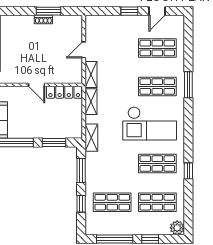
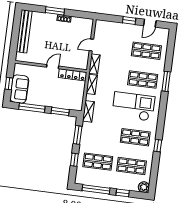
window: (49, 11) -> (55, 11), moved
door: (37, 85) -> (53, 67), swing flipped
checkout: (150, 123) -> (133, 106), turned 180

